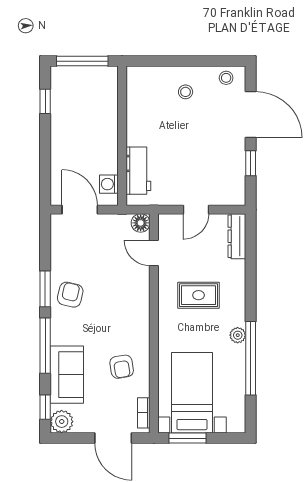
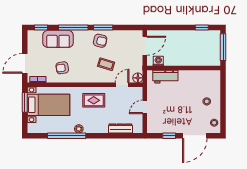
door: (196, 210) -> (145, 107), hinge flipped
dresser: (237, 236) -> (120, 128), moved
coffee table: (115, 283) -> (106, 64), added
rug: (199, 295) -> (94, 100), moved, turned 90
plant: (62, 422) -> (33, 36), removed

